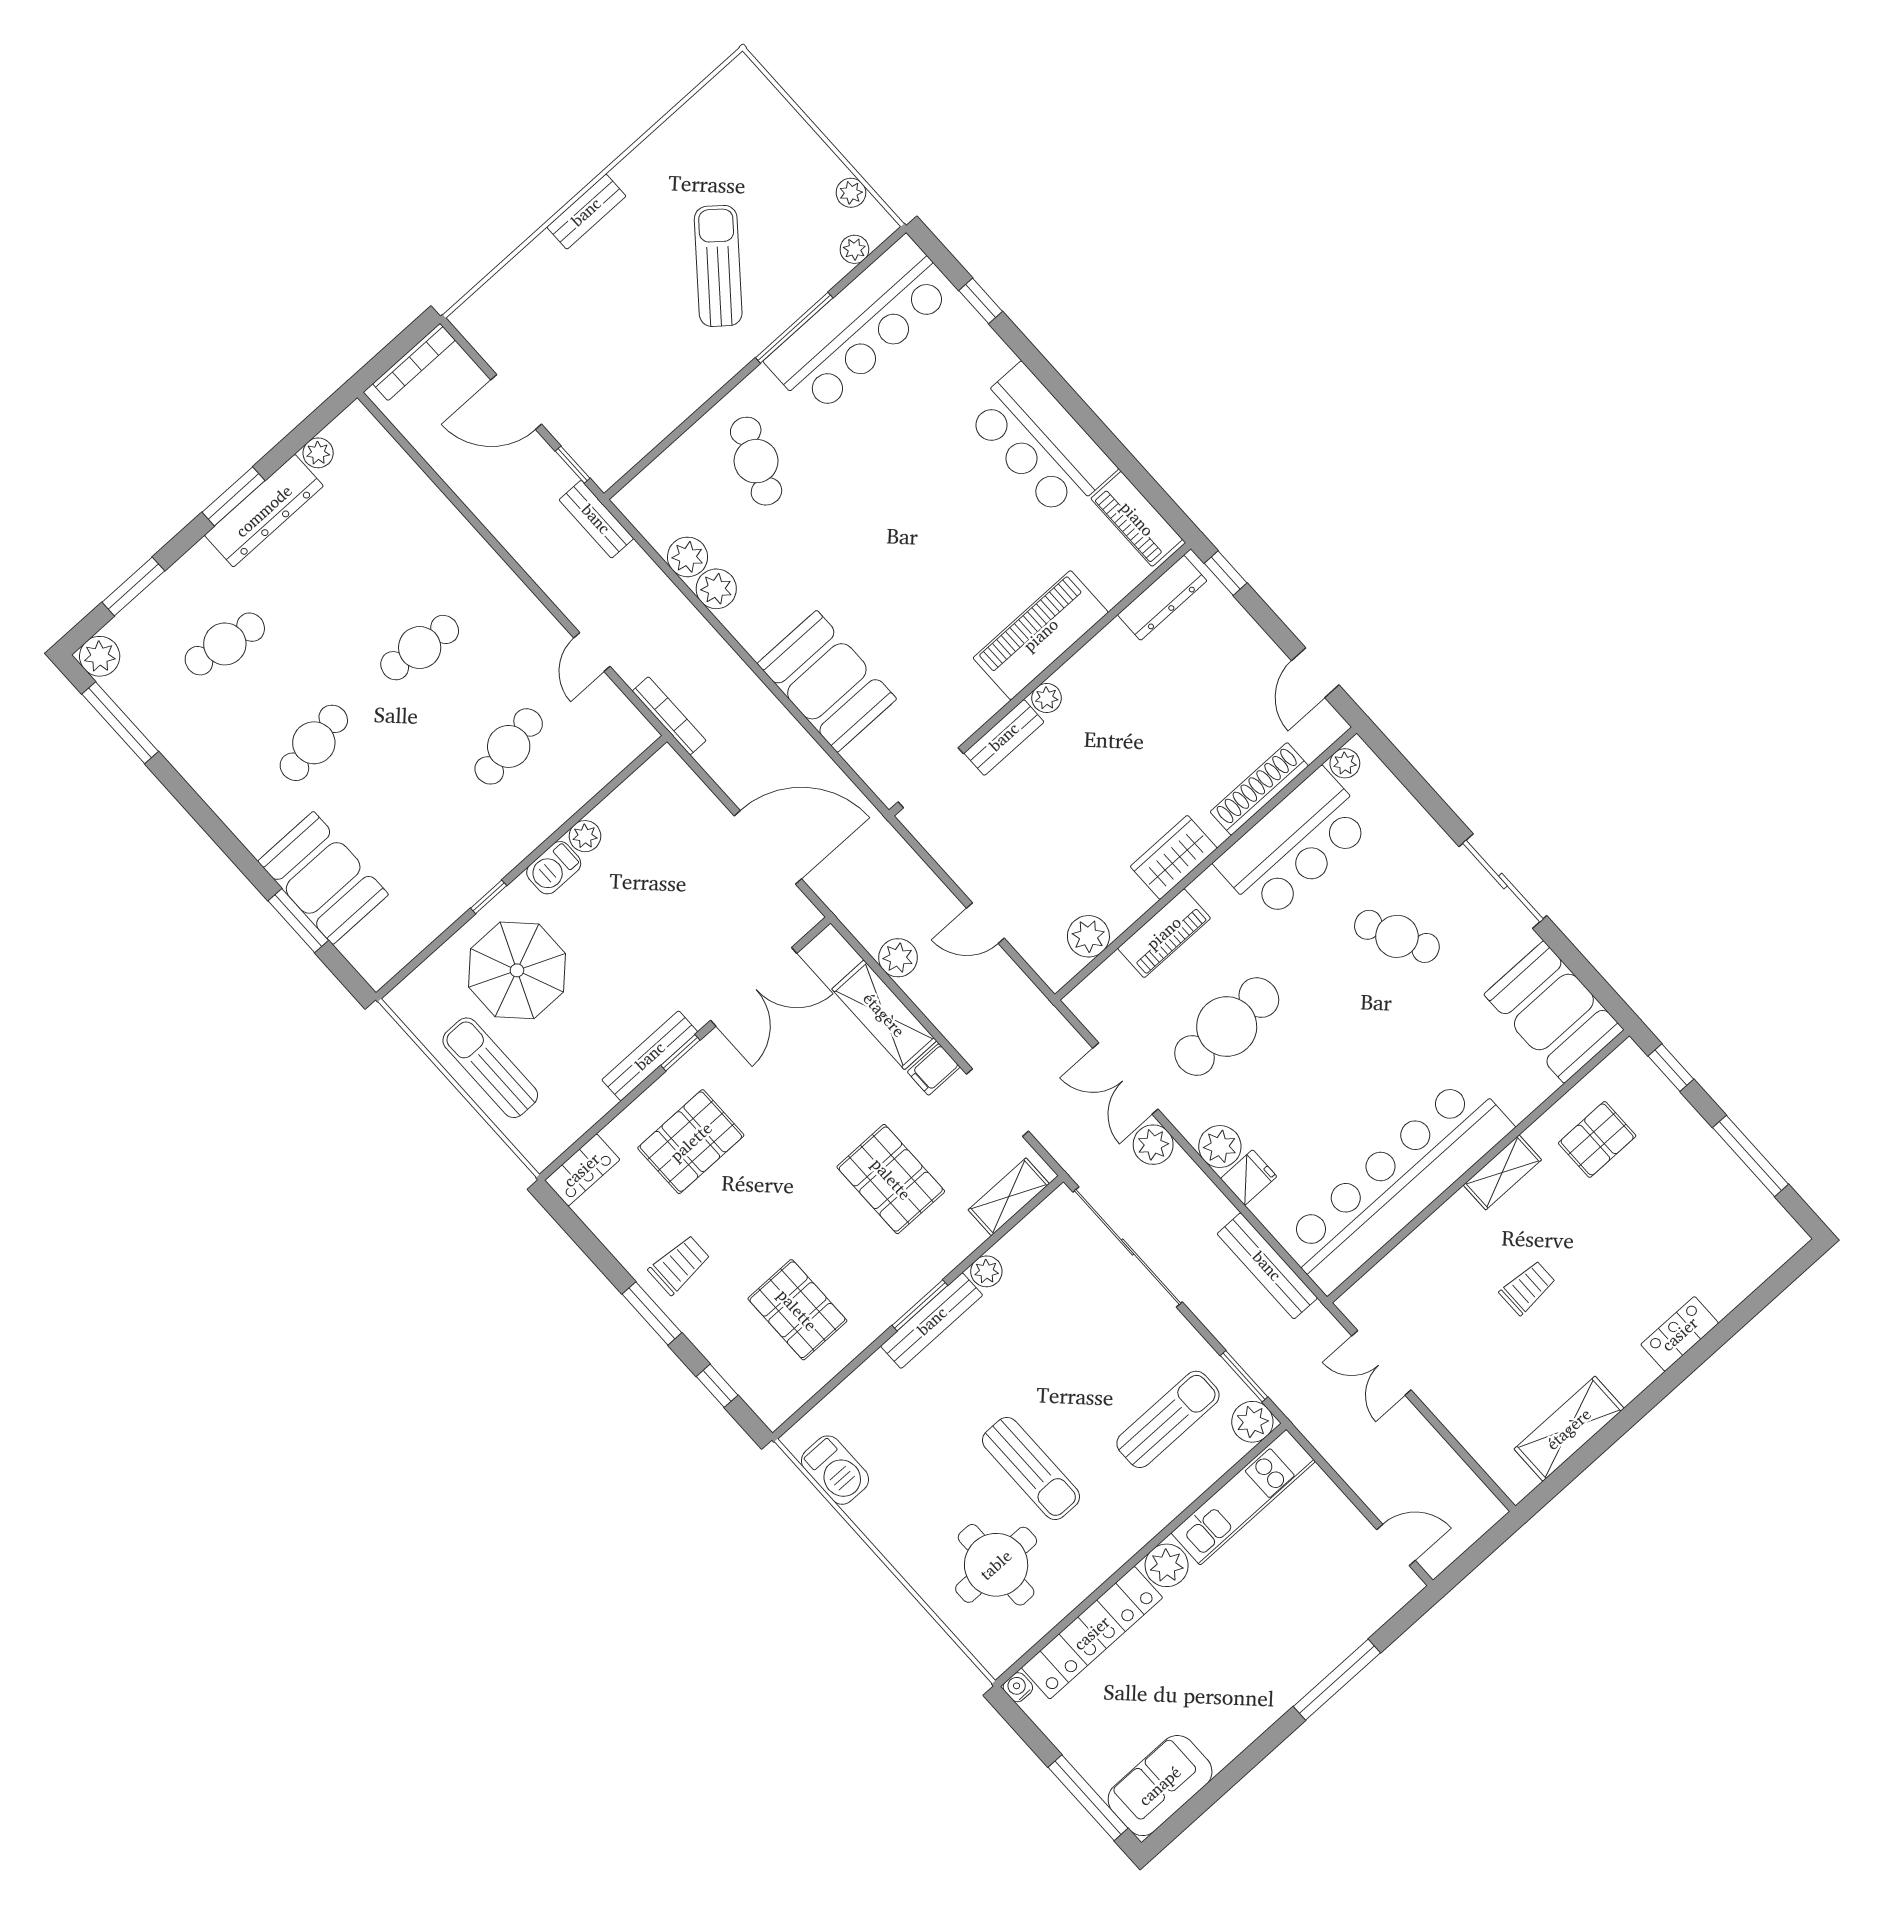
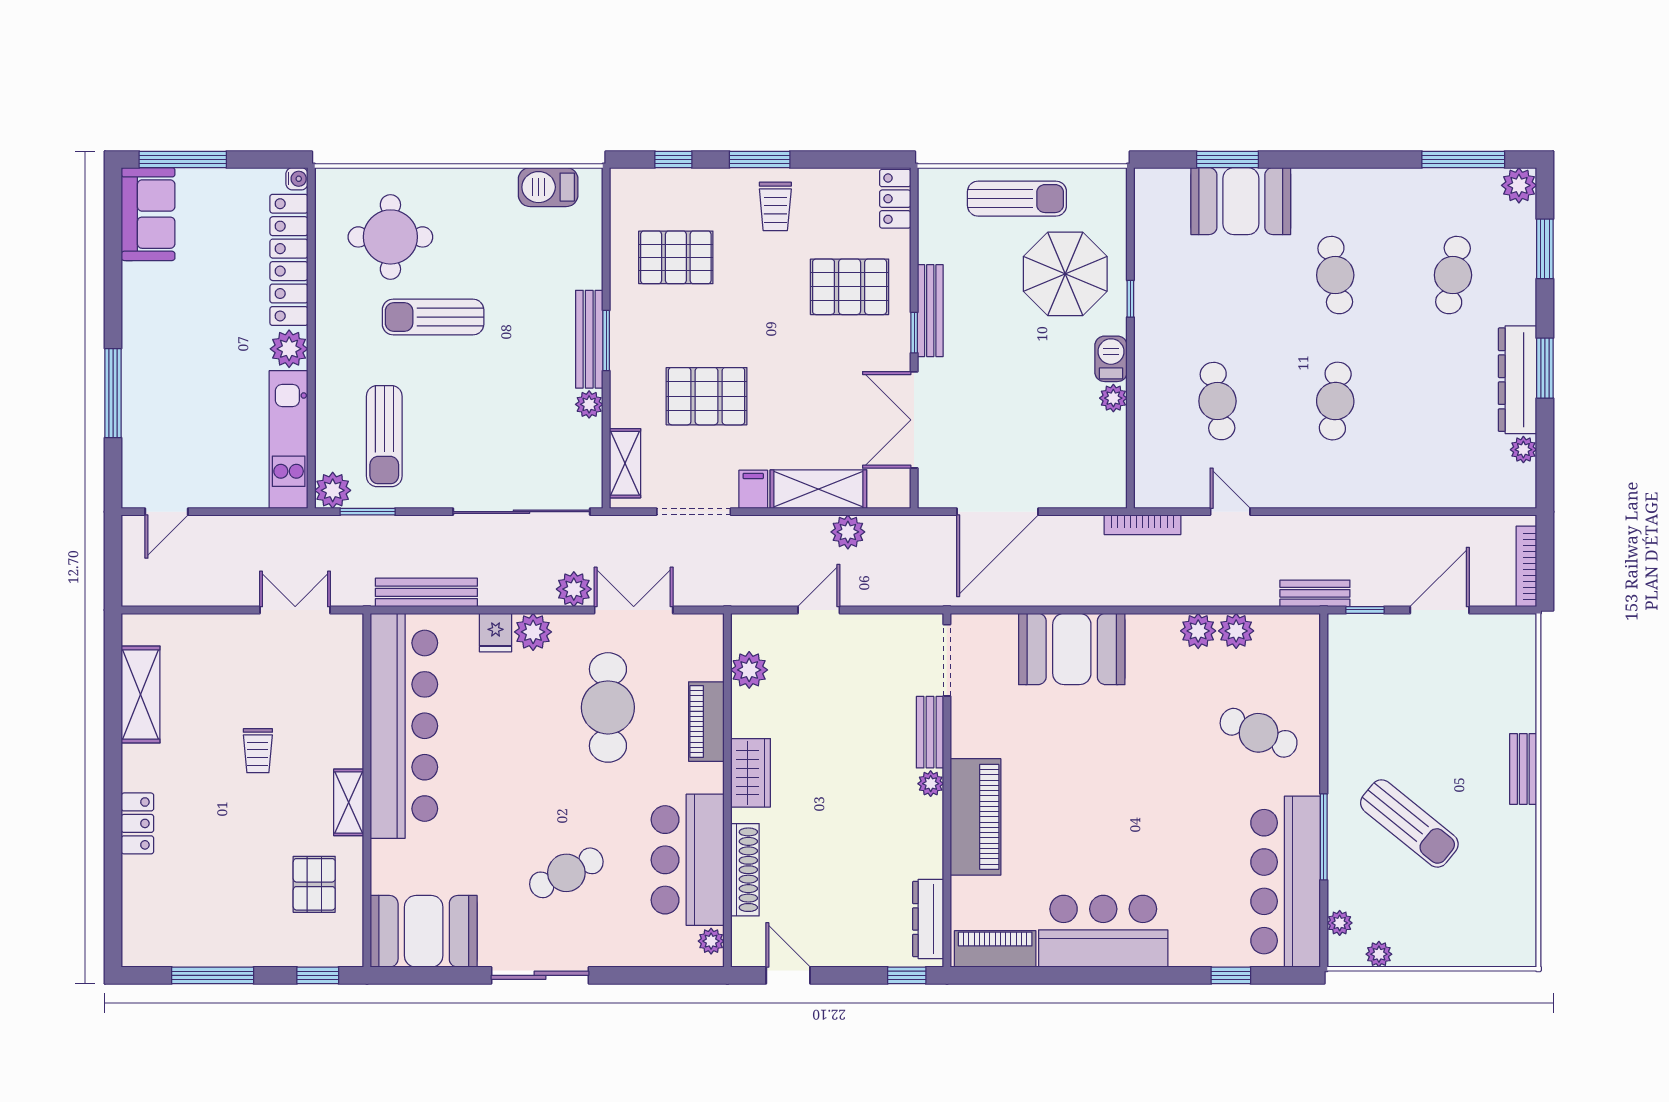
pallet: (691, 1142) -> (850, 287), turned 90

